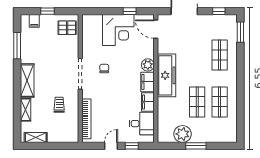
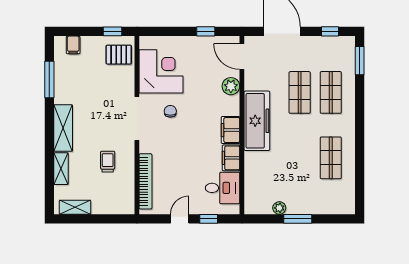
window: (47, 11) -> (112, 31), moved
corner desk: (118, 30) -> (161, 71), moved, turned -90
plant: (148, 65) -> (231, 86), moved
shop shelf: (197, 102) -> (300, 92), moved
plant: (183, 134) -> (279, 208), width x0.53, depth x0.53

